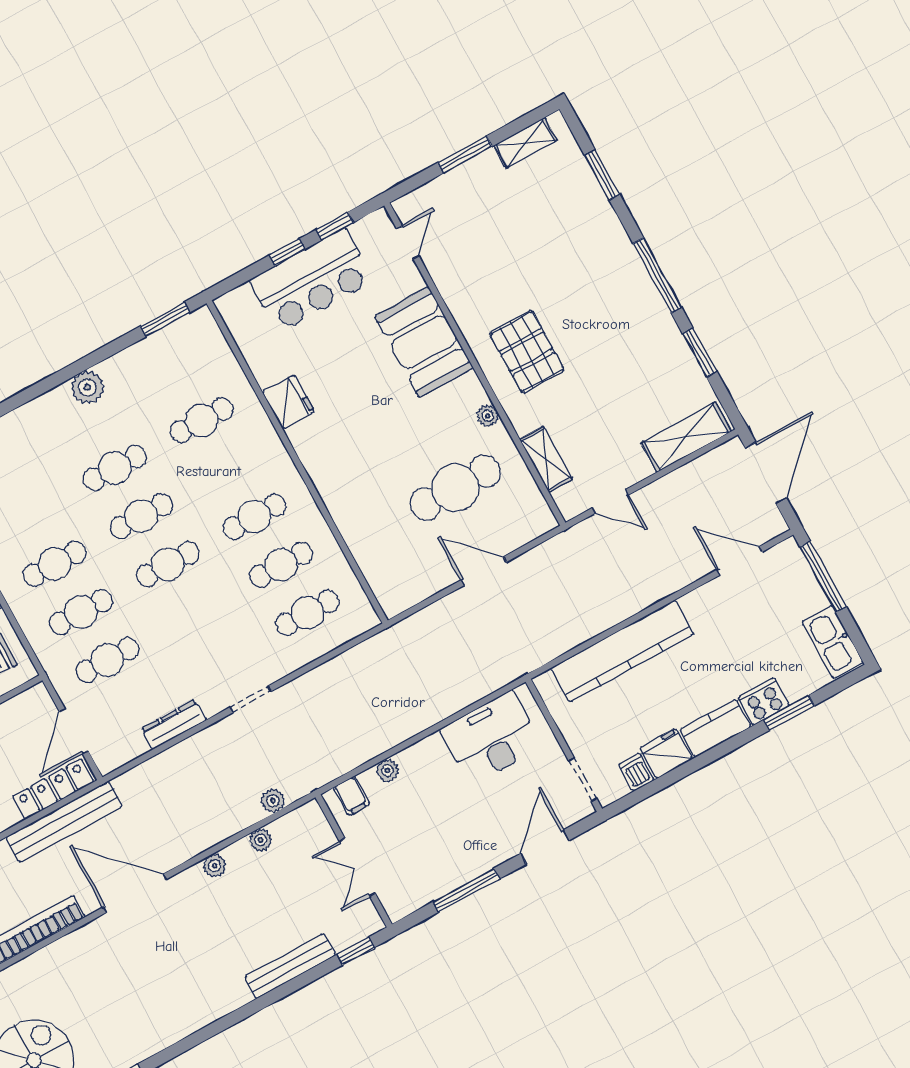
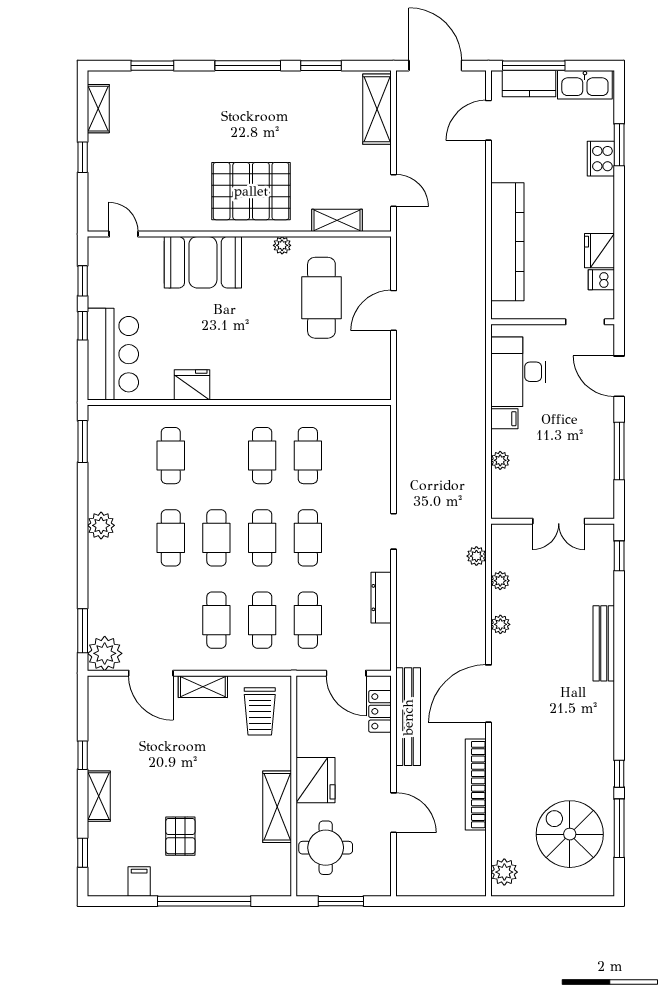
window: (465, 154) -> (83, 157), width x0.67
bar counter: (312, 280) -> (113, 354), moved
pallet: (527, 352) -> (251, 191), width x1.37, depth x1.41
door: (610, 502) -> (394, 190), hinge flipped
cafe table: (307, 613) -> (308, 538), moved
kitchen counter: (715, 728) -> (529, 84), moved, turned -90
locker: (53, 789) -> (380, 711), width x0.66
filing cabinet: (351, 796) -> (504, 419), moved
bench: (290, 966) -> (604, 643), moved

